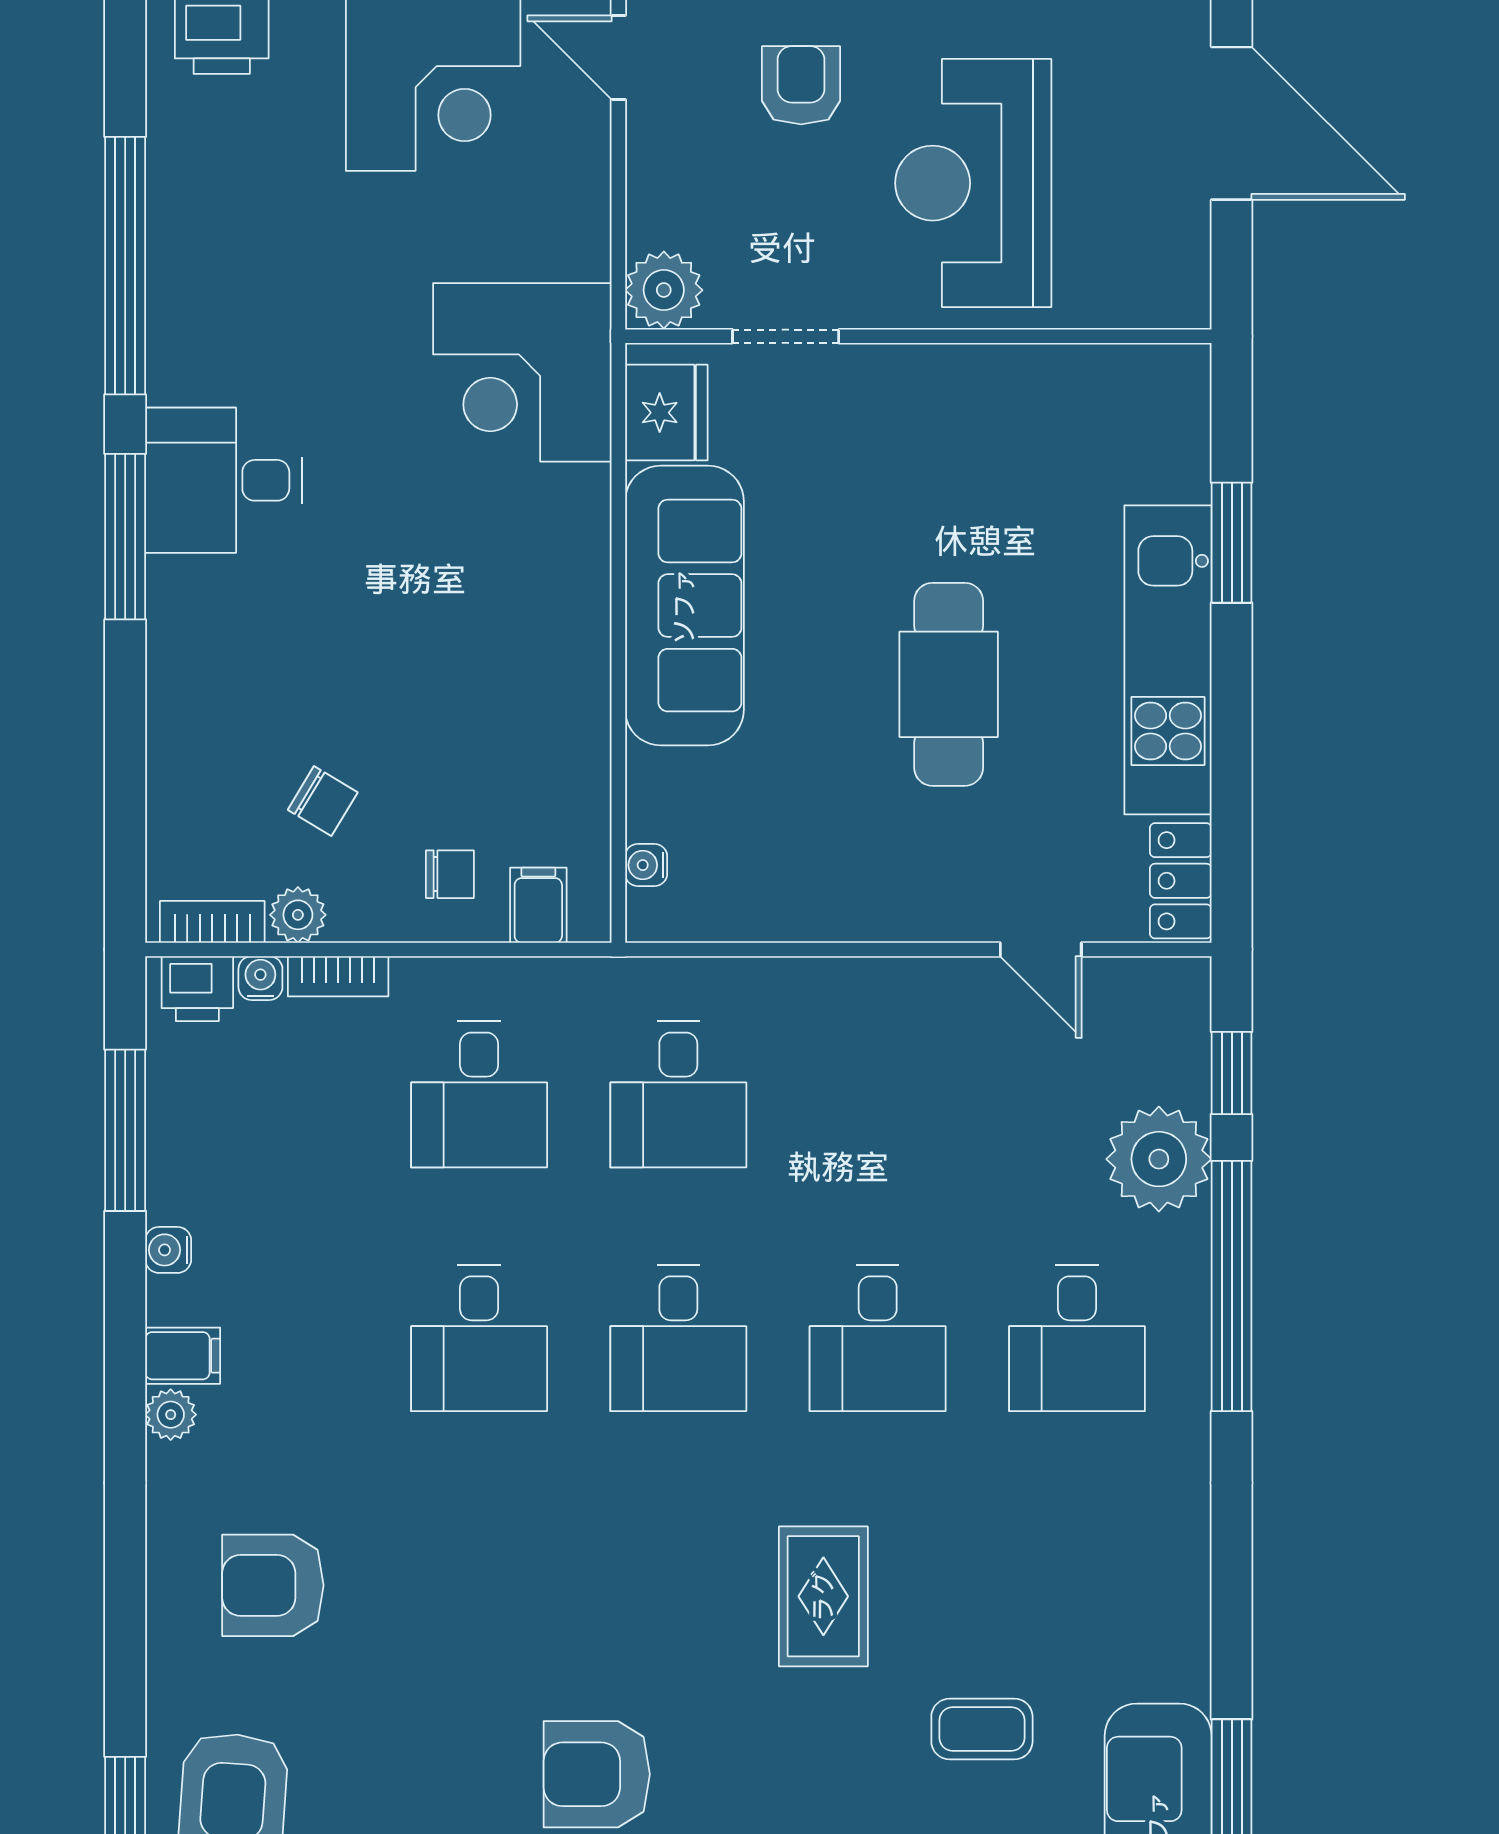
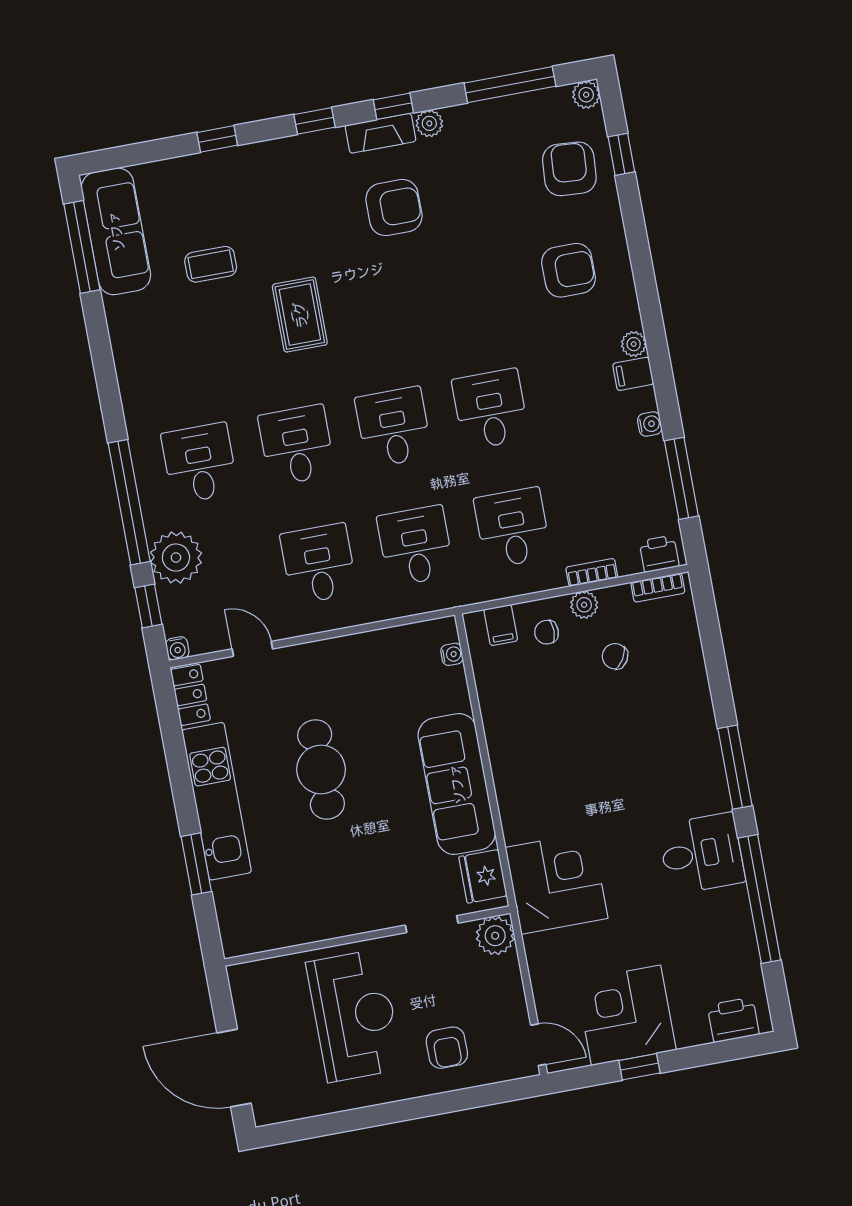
desk: (224, 480) -> (702, 854), moved
plant: (298, 915) -> (584, 605), moved
water cooler: (260, 978) -> (177, 648), moved
desk: (878, 1094) -> (319, 564), added

